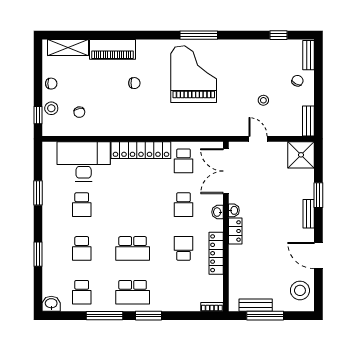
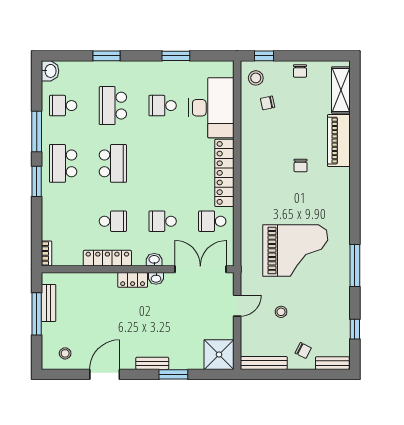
window: (199, 35) -> (355, 265), moved
grand piano: (194, 74) -> (295, 250), moved
stool: (51, 108) -> (256, 78), moved
bench: (308, 121) -> (264, 363), width x1.36
school desk: (82, 248) -> (113, 106), width x1.85
school desk: (133, 248) -> (113, 163), turned 180
stool: (300, 290) -> (65, 353), width x0.53, depth x0.53

